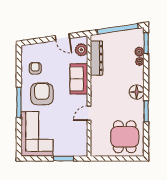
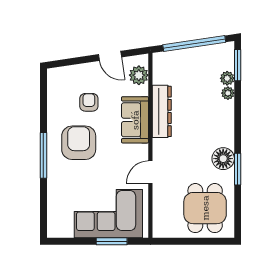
dresser: (96, 58) -> (162, 111), moved
armchair: (35, 68) -> (89, 102), moved
floor lamp: (137, 92) -> (223, 159), moved
corner sofa: (37, 134) -> (108, 214), moved, turned -90

